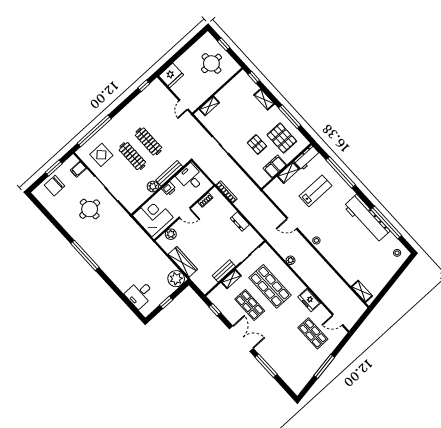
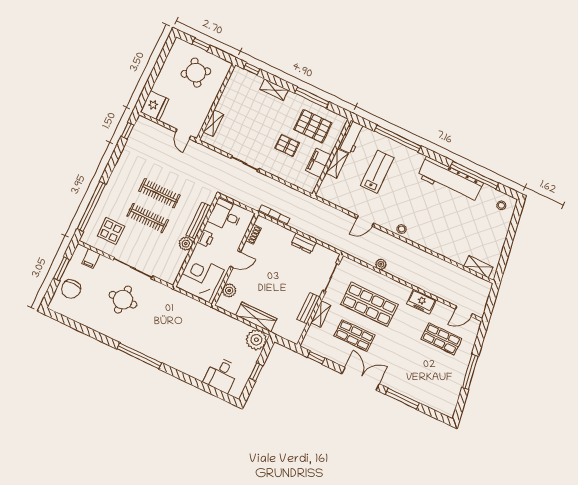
round table: (211, 63) -> (196, 73), turned -32

